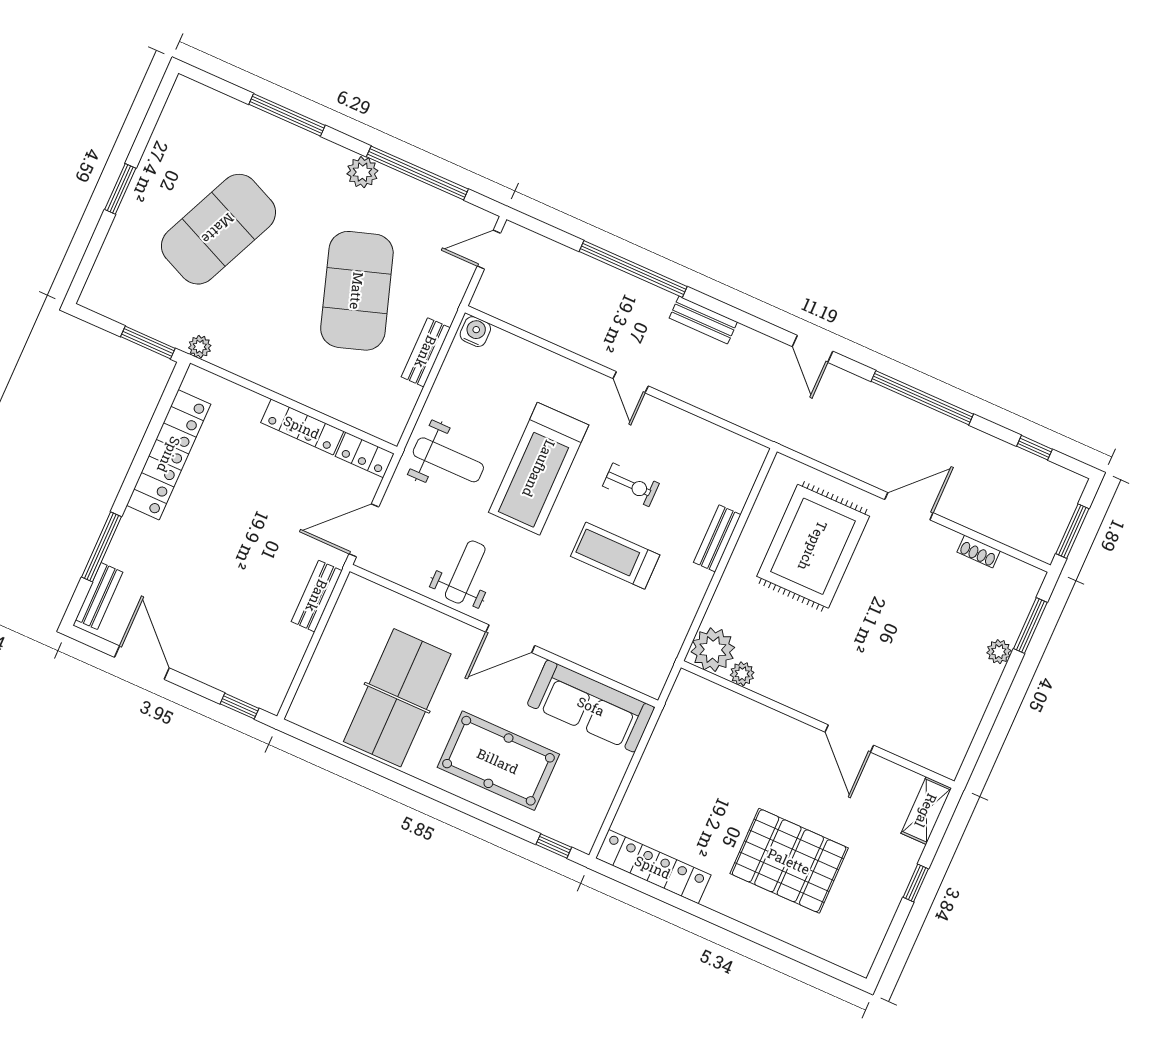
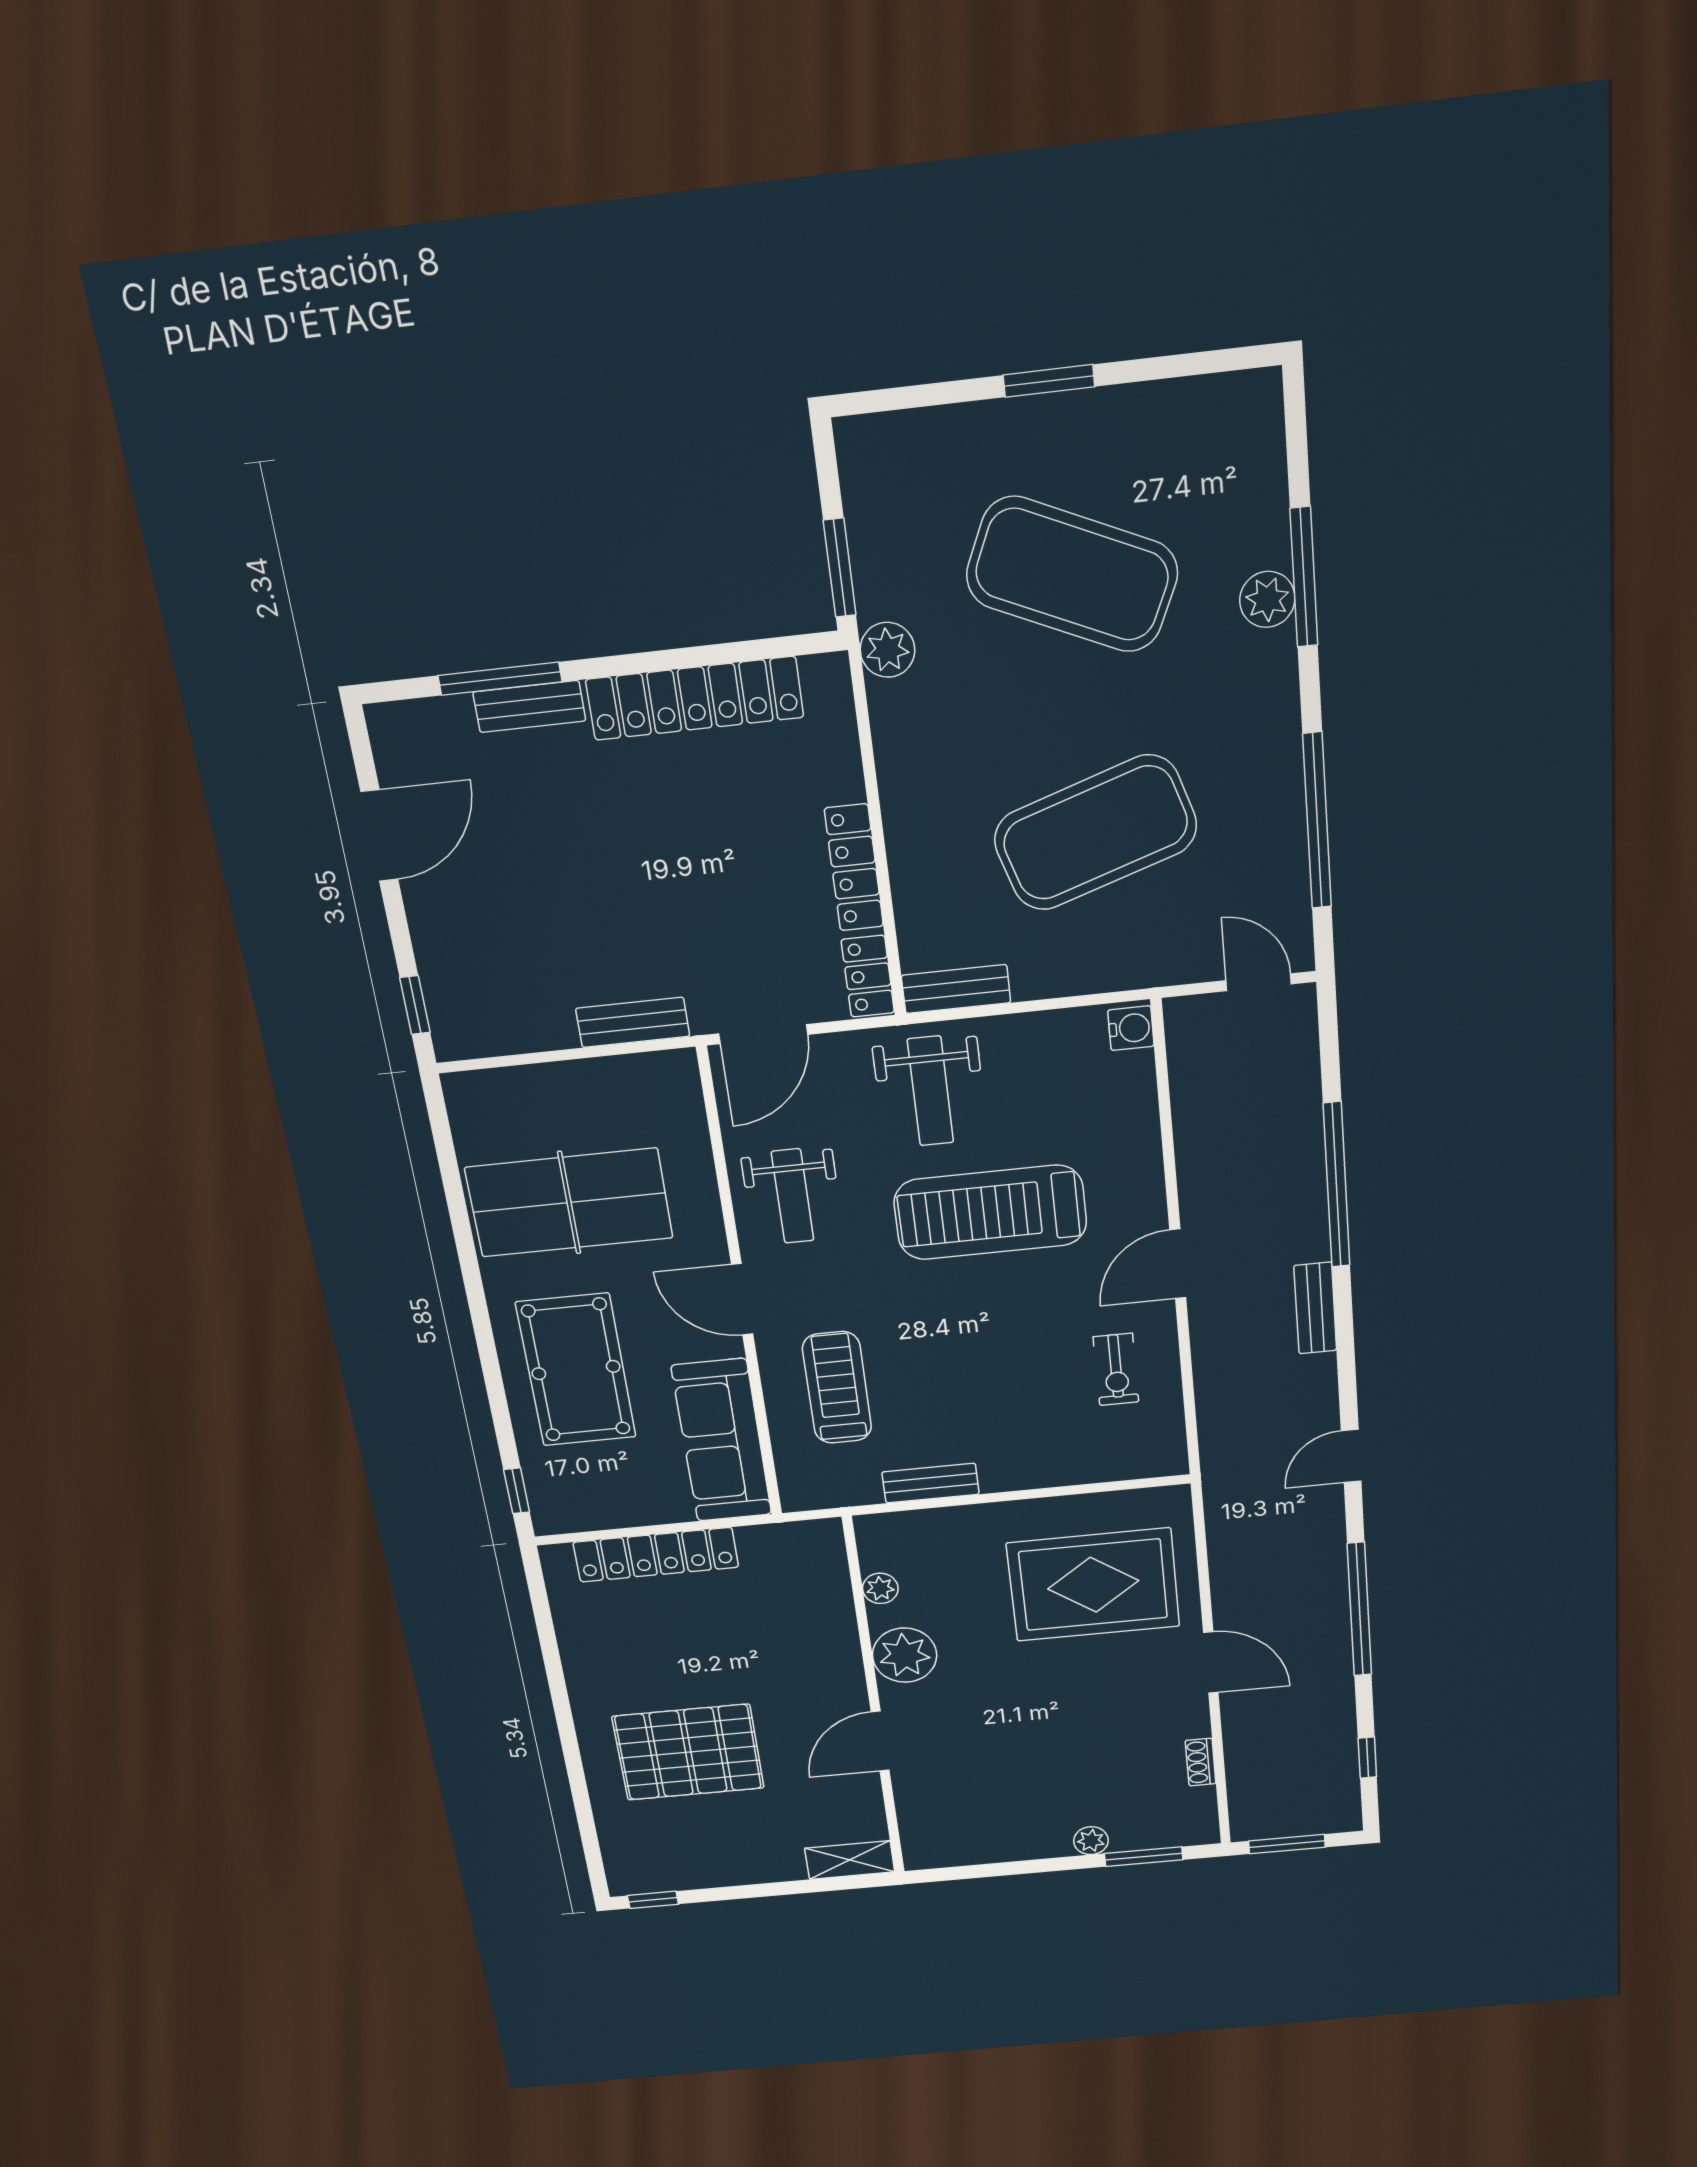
plant: (362, 172) -> (1267, 599), moved
plant: (200, 347) -> (887, 650), width x1.38, depth x1.38
bench: (426, 352) -> (956, 989), moved
door: (631, 382) -> (1178, 1264), width x1.38
exercise bike: (631, 485) -> (1116, 1369), moved
door: (364, 530) -> (763, 1034), swing flipped
bench: (717, 538) -> (931, 1483), moved
treadmill: (615, 556) -> (837, 1388), moved
weight bench: (465, 572) -> (793, 1196), turned 90
bench: (99, 596) -> (529, 707), moved
plant: (713, 650) -> (905, 1655), moved
pallet: (789, 861) -> (688, 1752), turned 90
locker: (653, 867) -> (656, 1555), moved, turned 90
window: (916, 883) -> (653, 1900), moved

